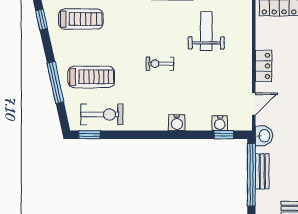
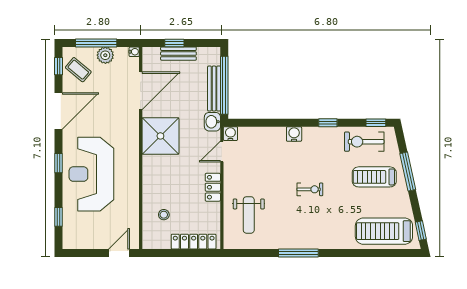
treadmill: (81, 19) -> (384, 231), width x1.37, depth x1.38
weight bench: (206, 31) -> (249, 215), moved
water cooler: (220, 123) -> (230, 134), moved
window: (224, 135) -> (328, 123), moved
bench: (262, 171) -> (214, 88), width x1.36

